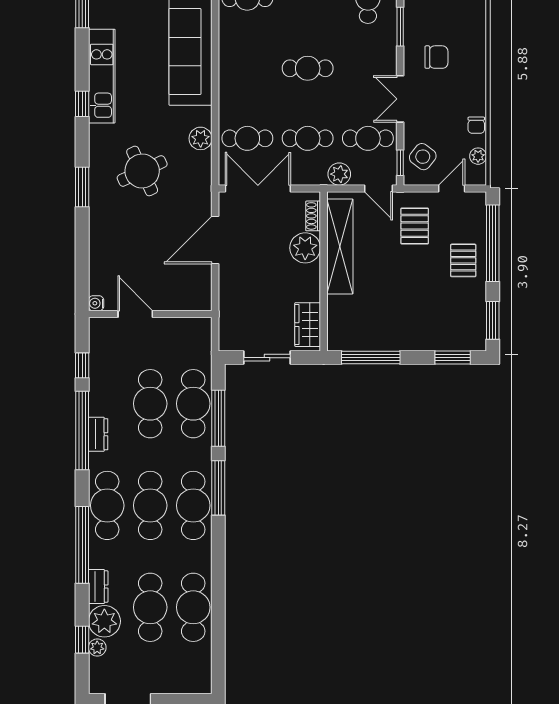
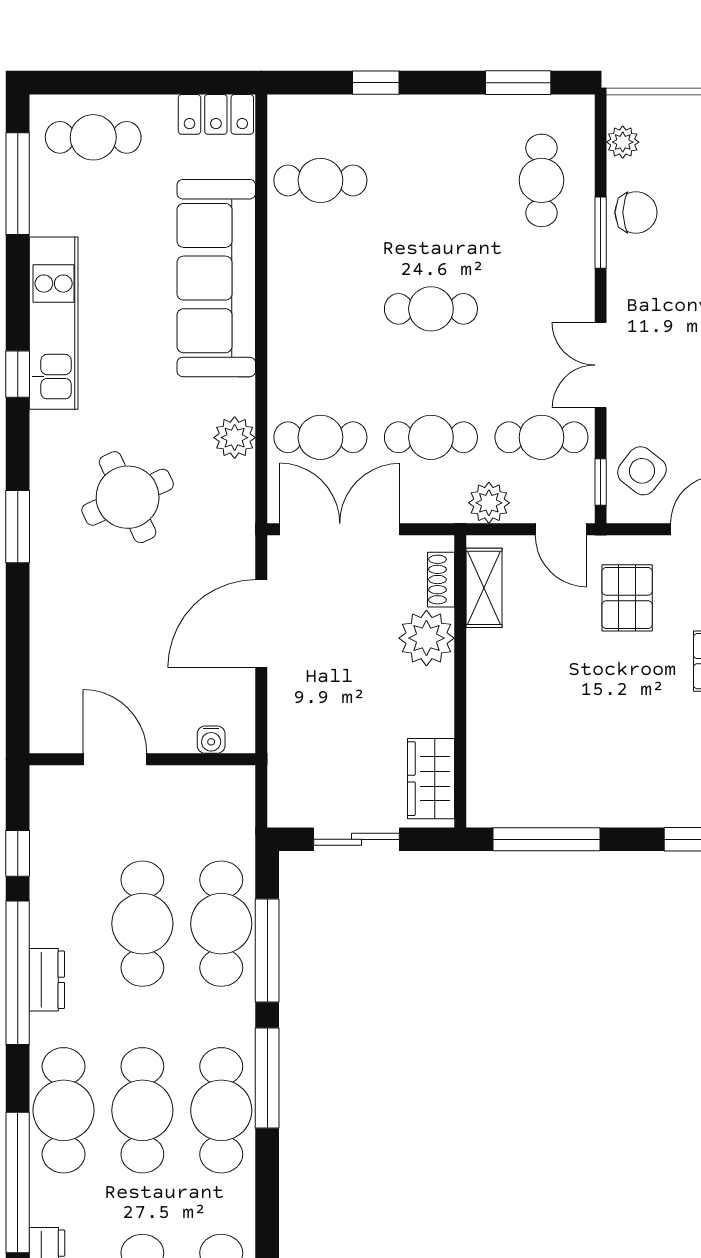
chair: (436, 57) -> (636, 212), moved
shelving: (340, 247) -> (484, 588), width x0.45, depth x0.75
water cooler: (96, 303) -> (211, 740), moved, turned -90

